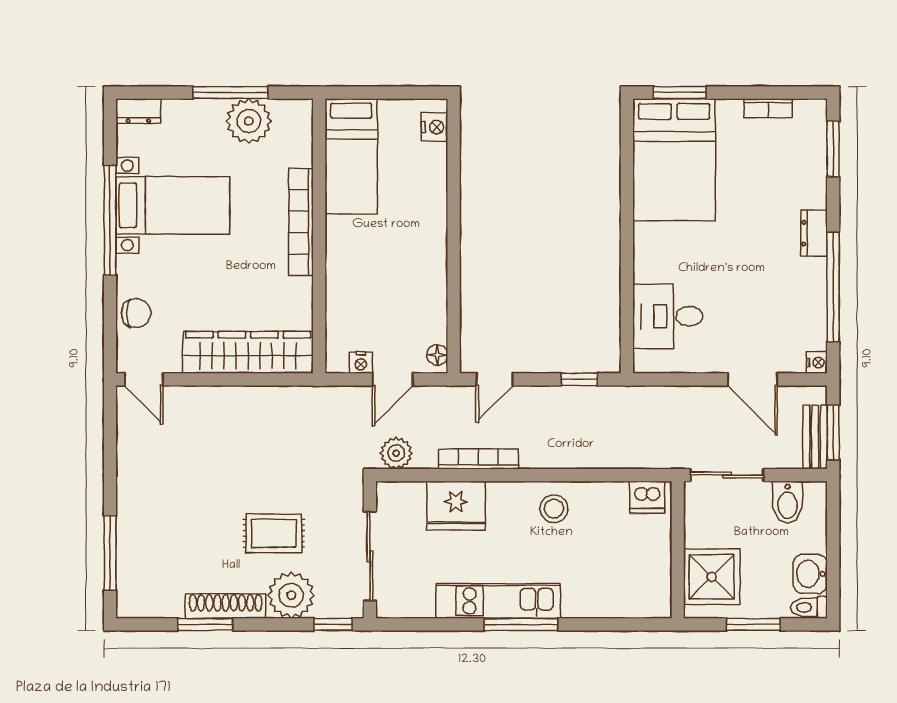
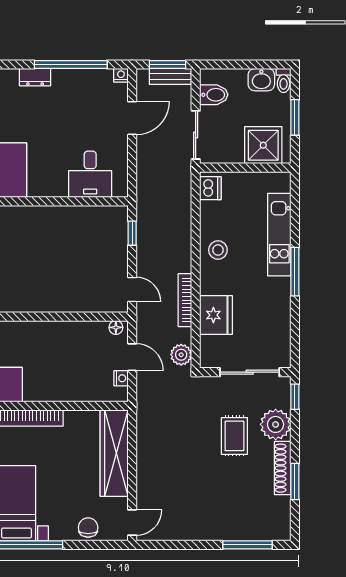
kitchen unit: (498, 601) -> (279, 235), moved

